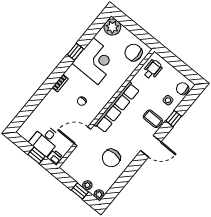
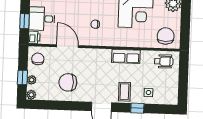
chair: (183, 89) -> (38, 59), moved
row of seats: (117, 107) -> (126, 56), width x0.50

